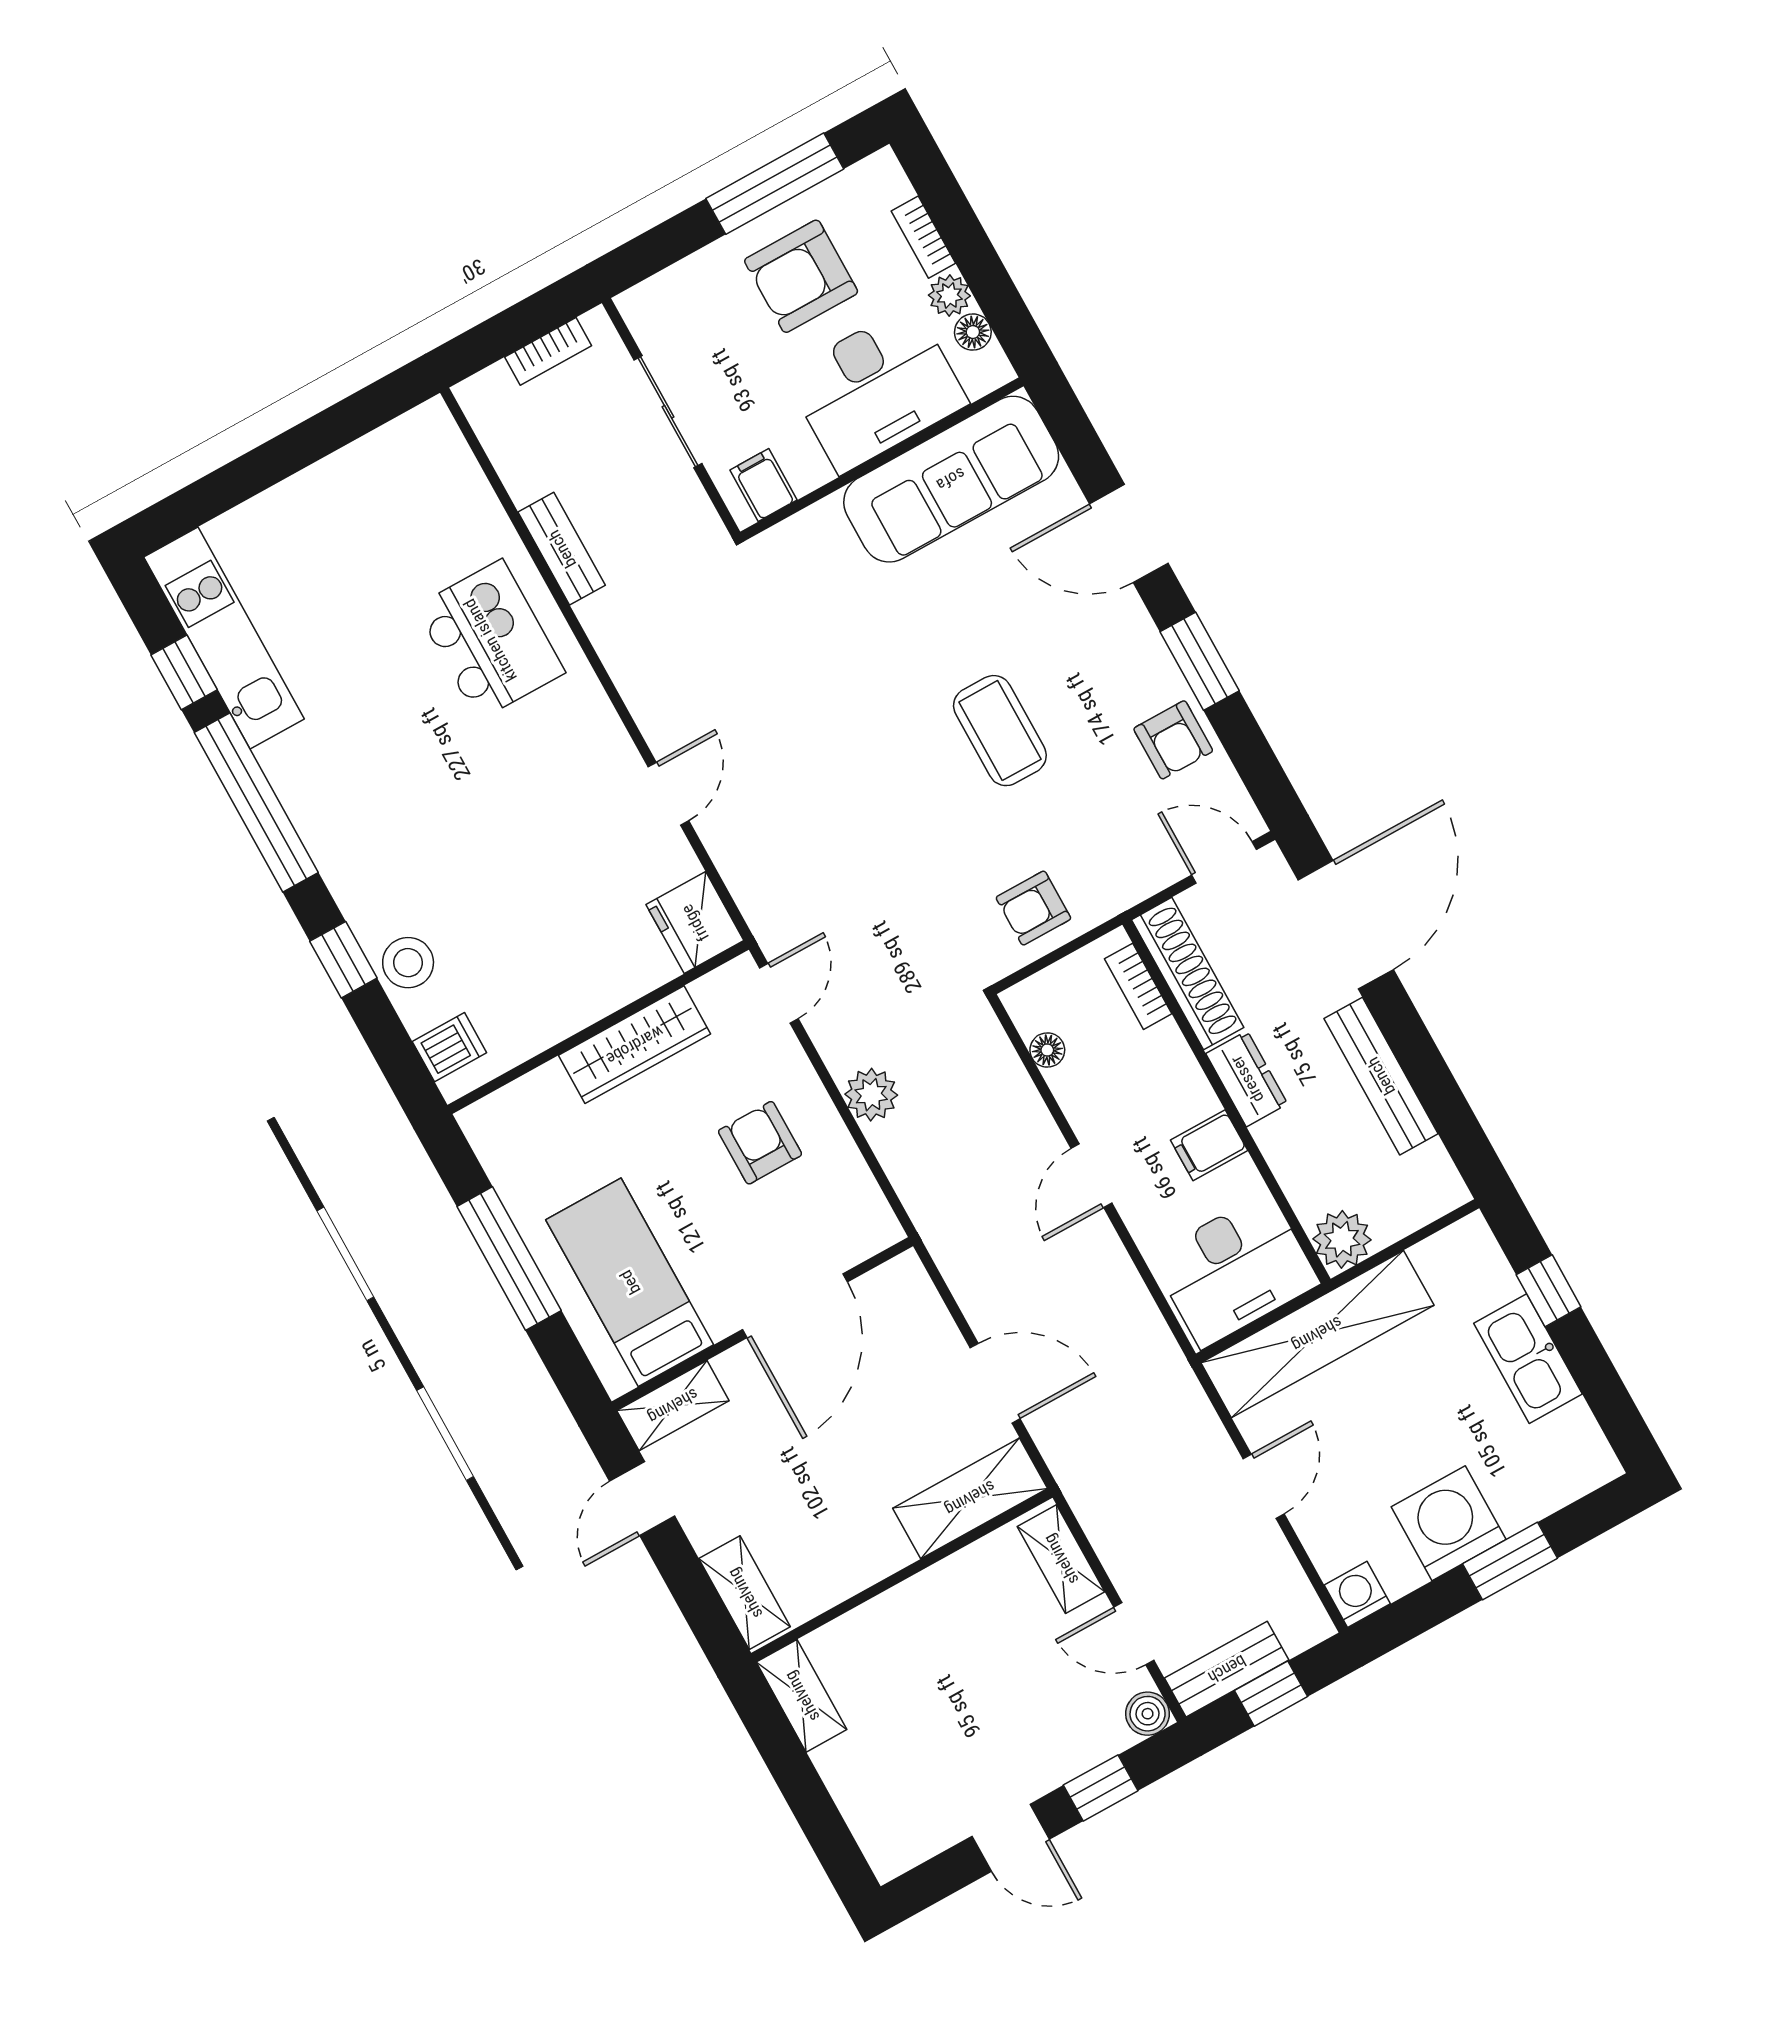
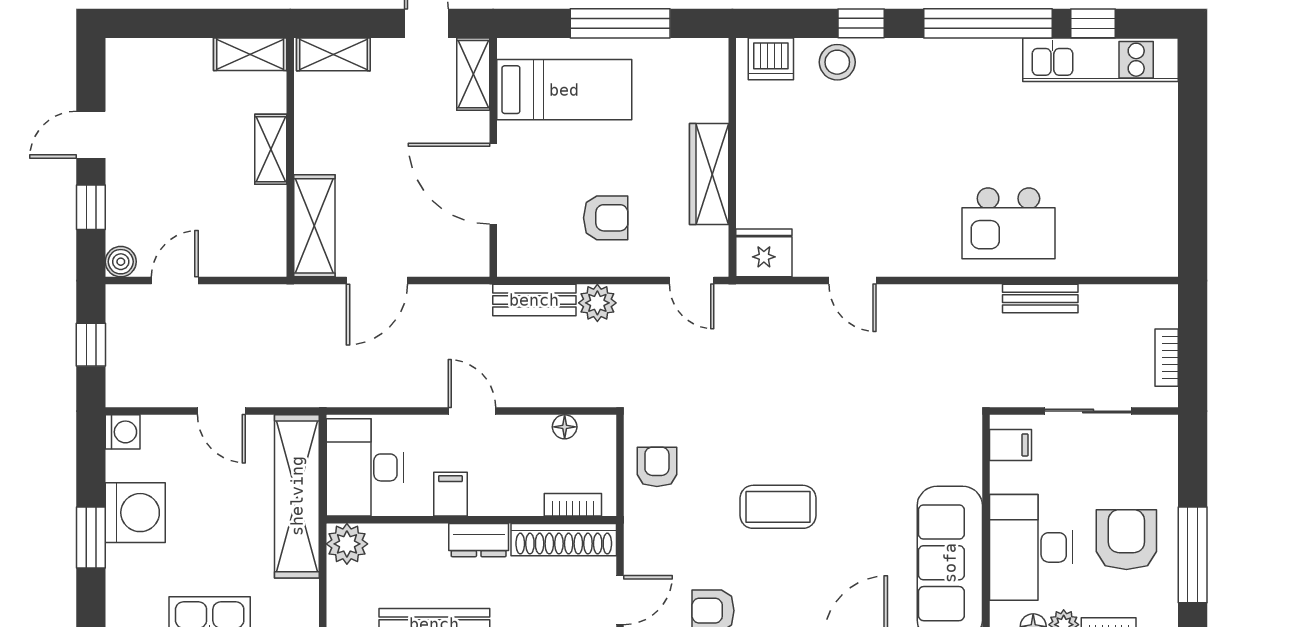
dishwasher: (449, 1047) -> (771, 59), width x1.38
shelving: (1061, 1559) -> (271, 149), moved, turned 90
bench: (1227, 1669) -> (534, 300), moved, turned 90

